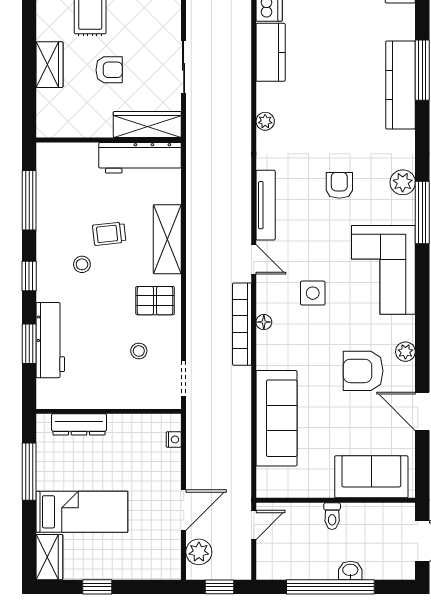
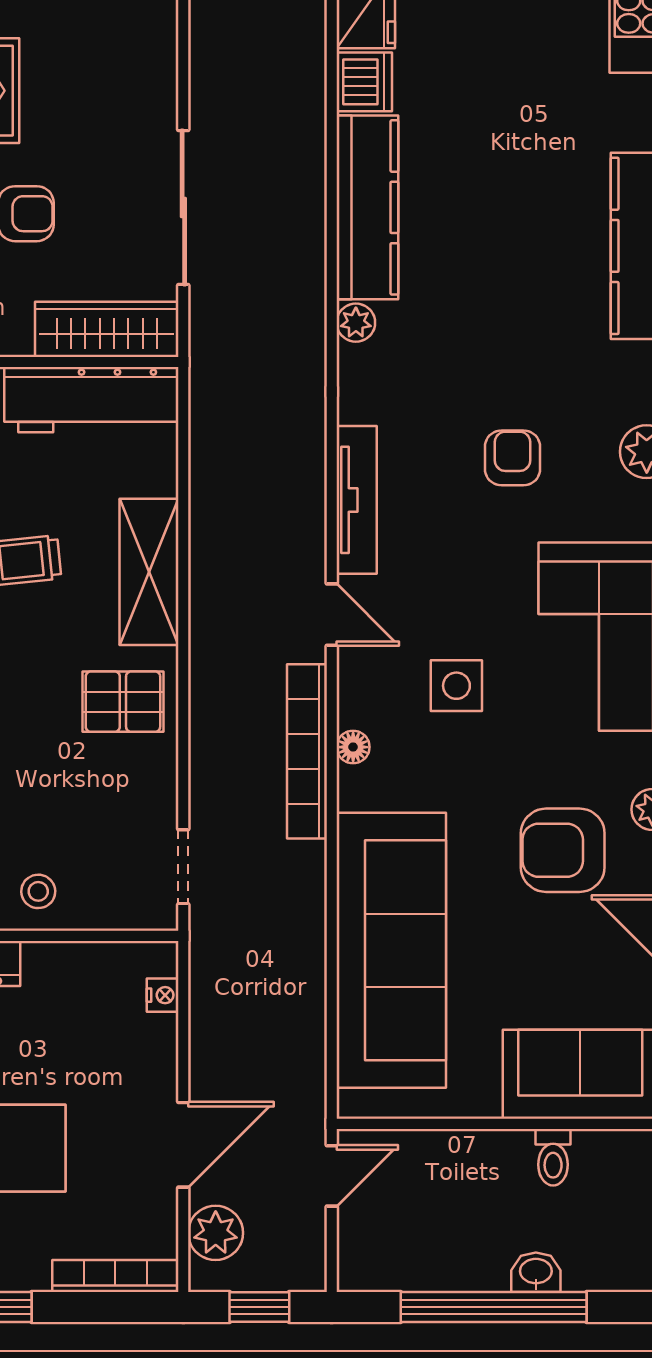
kitchen counter: (271, 52) -> (367, 207), width x1.50
sliding door: (184, 67) -> (183, 207), width x1.37
stool: (139, 351) -> (38, 891), moved
sofa: (276, 418) -> (391, 950), width x1.36, depth x1.27
toilet: (332, 516) -> (553, 1157), moved
bookcase: (151, 572) -> (115, 1276), added

